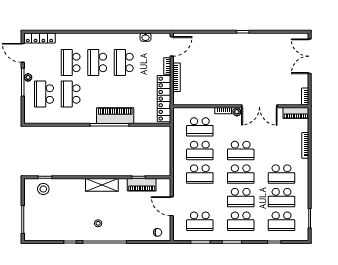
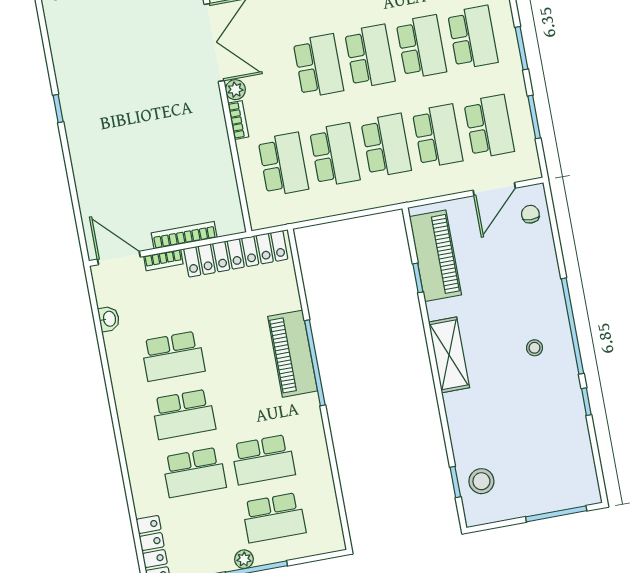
piano: (142, 185) -> (435, 256), width x1.37, depth x1.33
school desk: (200, 198) -> (438, 136), added
door: (172, 206) -> (494, 189), moved

